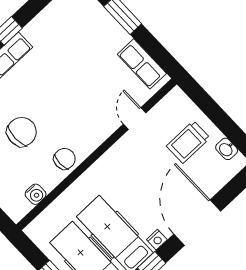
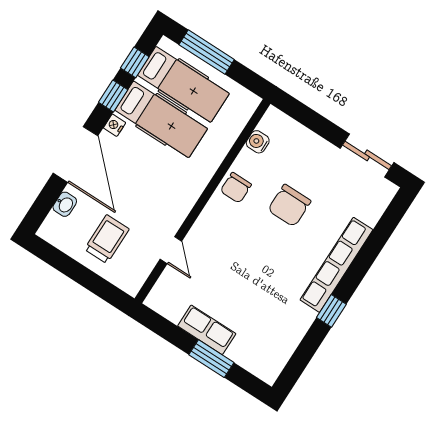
row of seats: (142, 64) -> (207, 330), moved
washbasin: (227, 149) -> (65, 204), moved, turned 90

